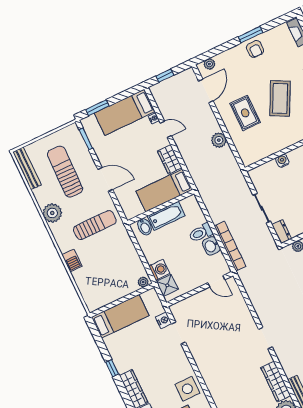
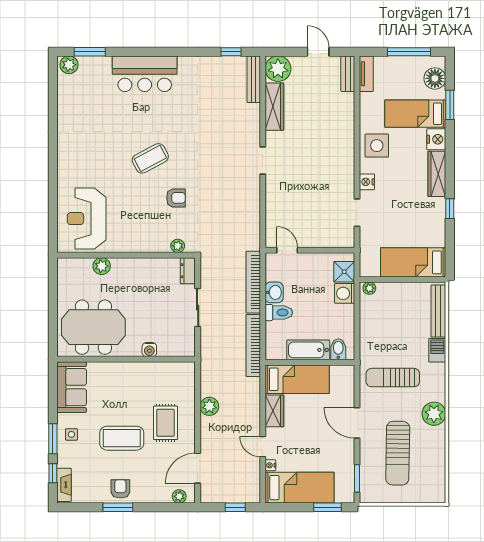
coffee table: (280, 98) -> (122, 438), moved, turned 63
bench: (27, 168) -> (438, 311), moved
bookcase: (208, 200) -> (253, 346), added
nightstand: (164, 320) -> (367, 182), moved

